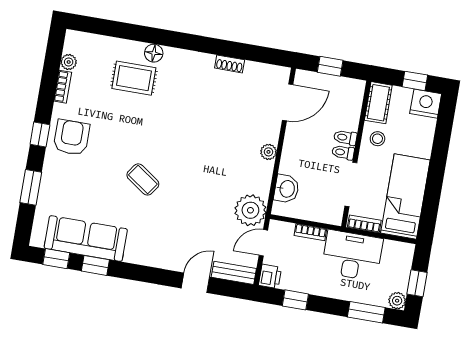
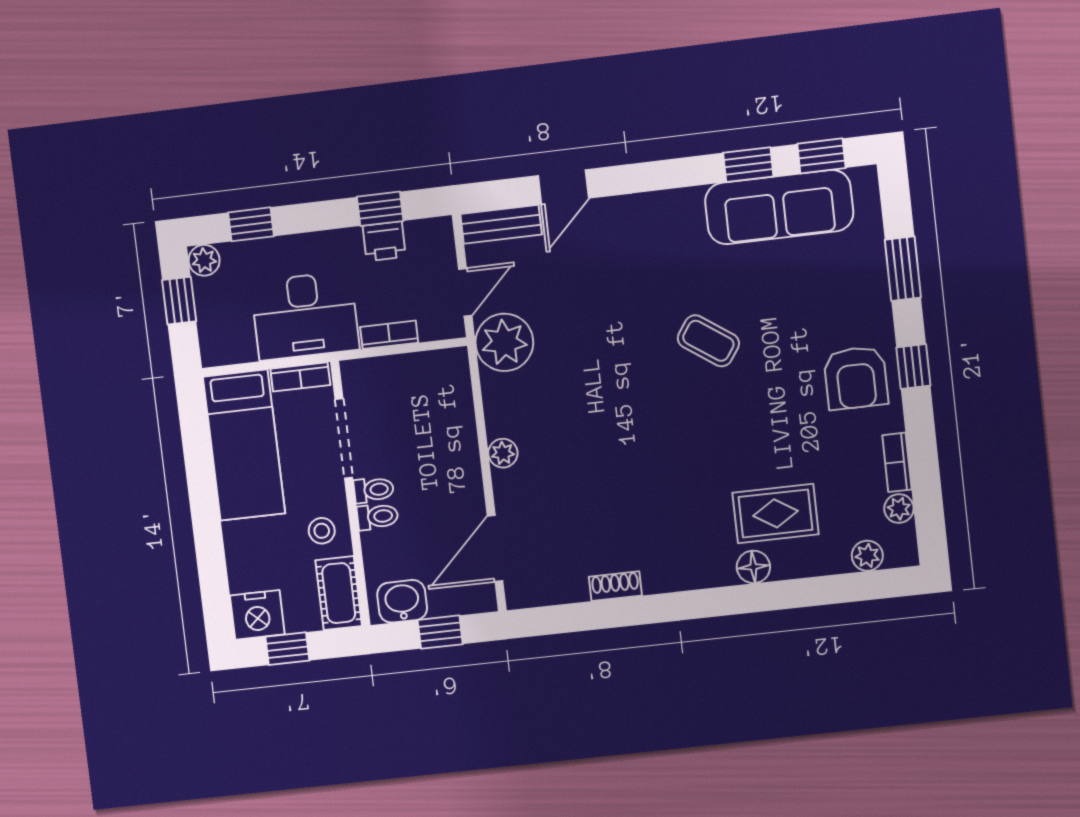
plant: (92, 42) -> (867, 556), added
washbasin: (287, 189) -> (402, 601), moved, turned 90
printer: (270, 276) -> (384, 241), moved, turned -90
window: (366, 312) -> (251, 224), width x0.67

